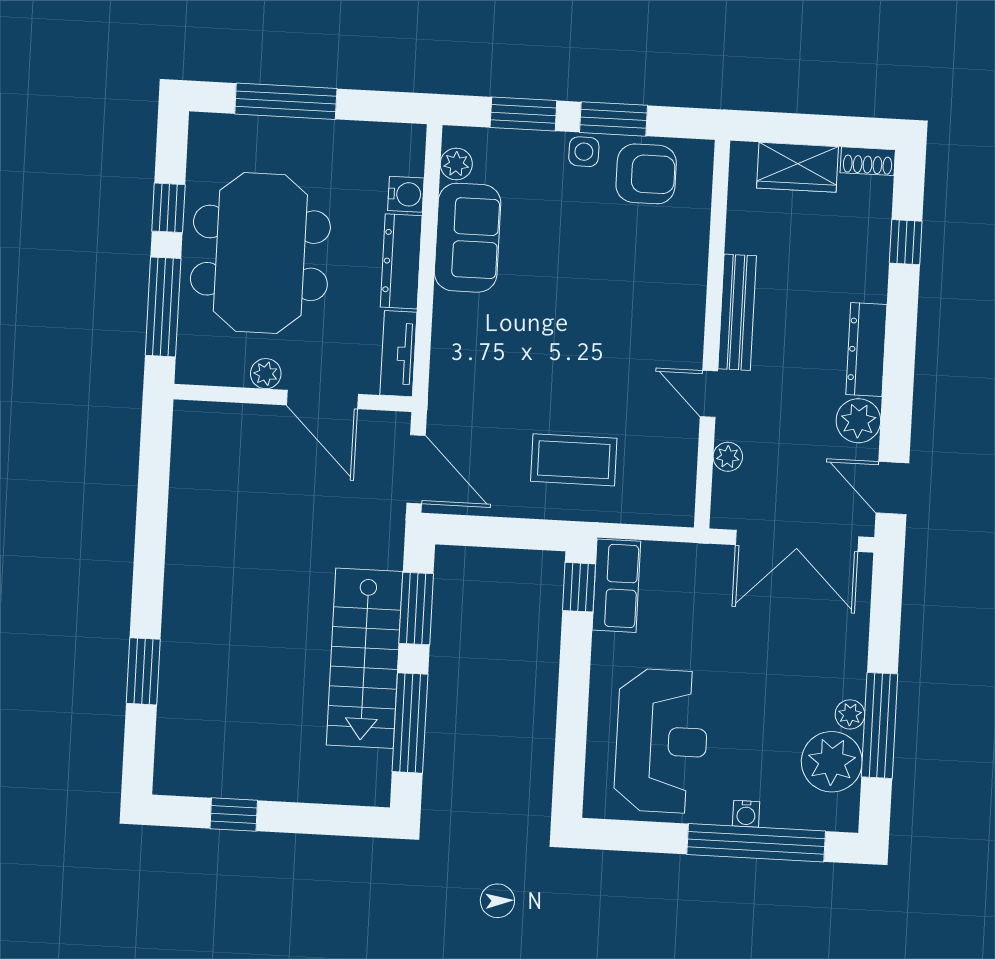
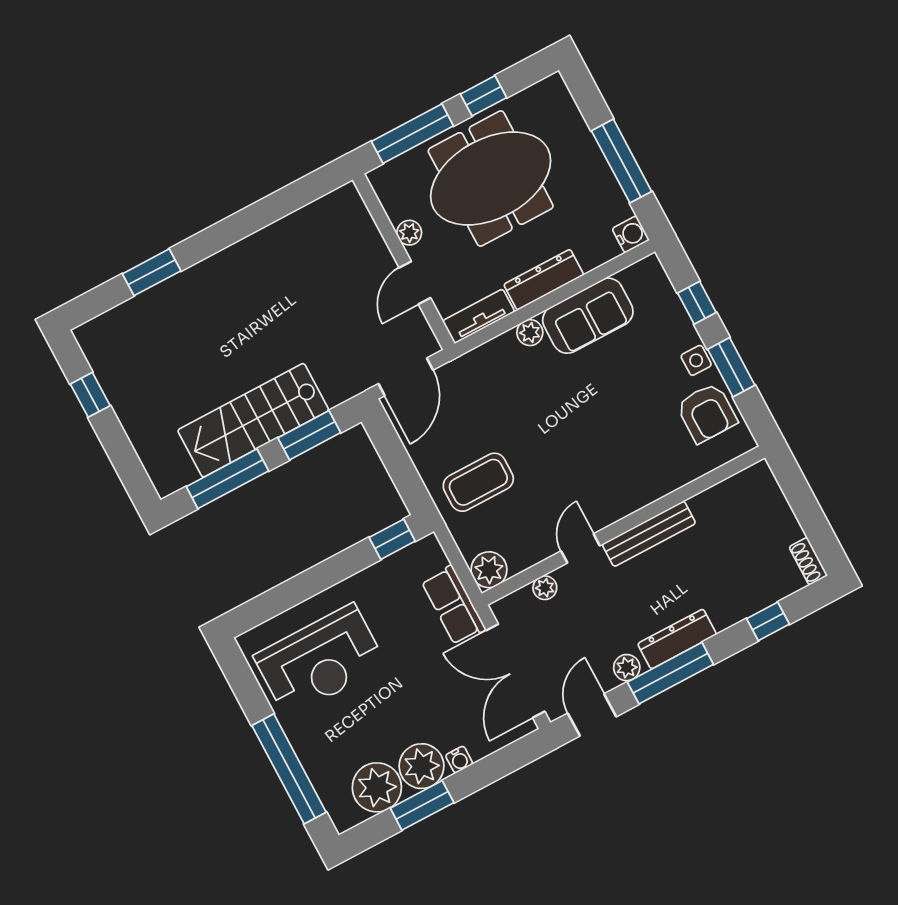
window: (286, 101) -> (622, 161), moved
window: (523, 114) -> (697, 303), width x0.67
plant: (456, 164) -> (530, 333), moved
wardrobe: (798, 167) -> (775, 515), removed
water cooler: (406, 194) -> (631, 234), moved, turned -90
window: (898, 378) -> (670, 673), added
door: (322, 400) -> (415, 283), width x0.73
plant: (858, 421) -> (627, 668), width x0.73, depth x0.73
coffee table: (574, 460) -> (478, 482), turned 90
plant: (673, 504) -> (489, 570), added
row of seats: (616, 586) -> (454, 605), moved, turned 90
plant: (850, 714) -> (422, 766), width x1.88, depth x1.88
window: (880, 725) -> (422, 805), width x0.69
water cooler: (746, 814) -> (459, 760), moved, turned -90

